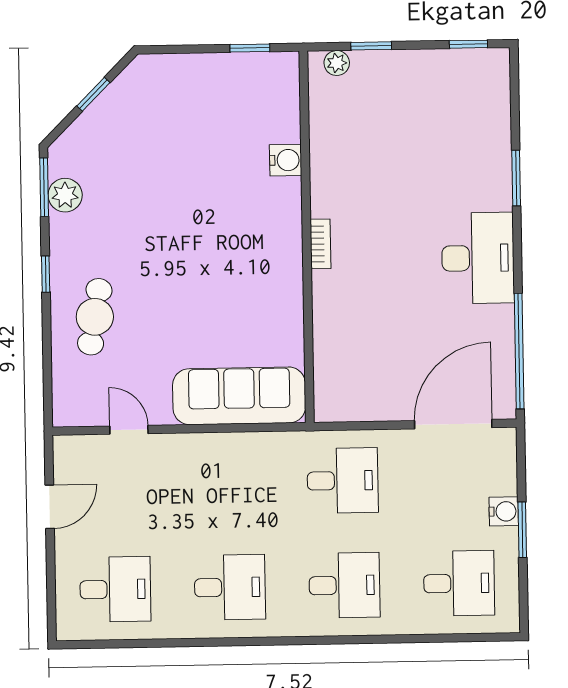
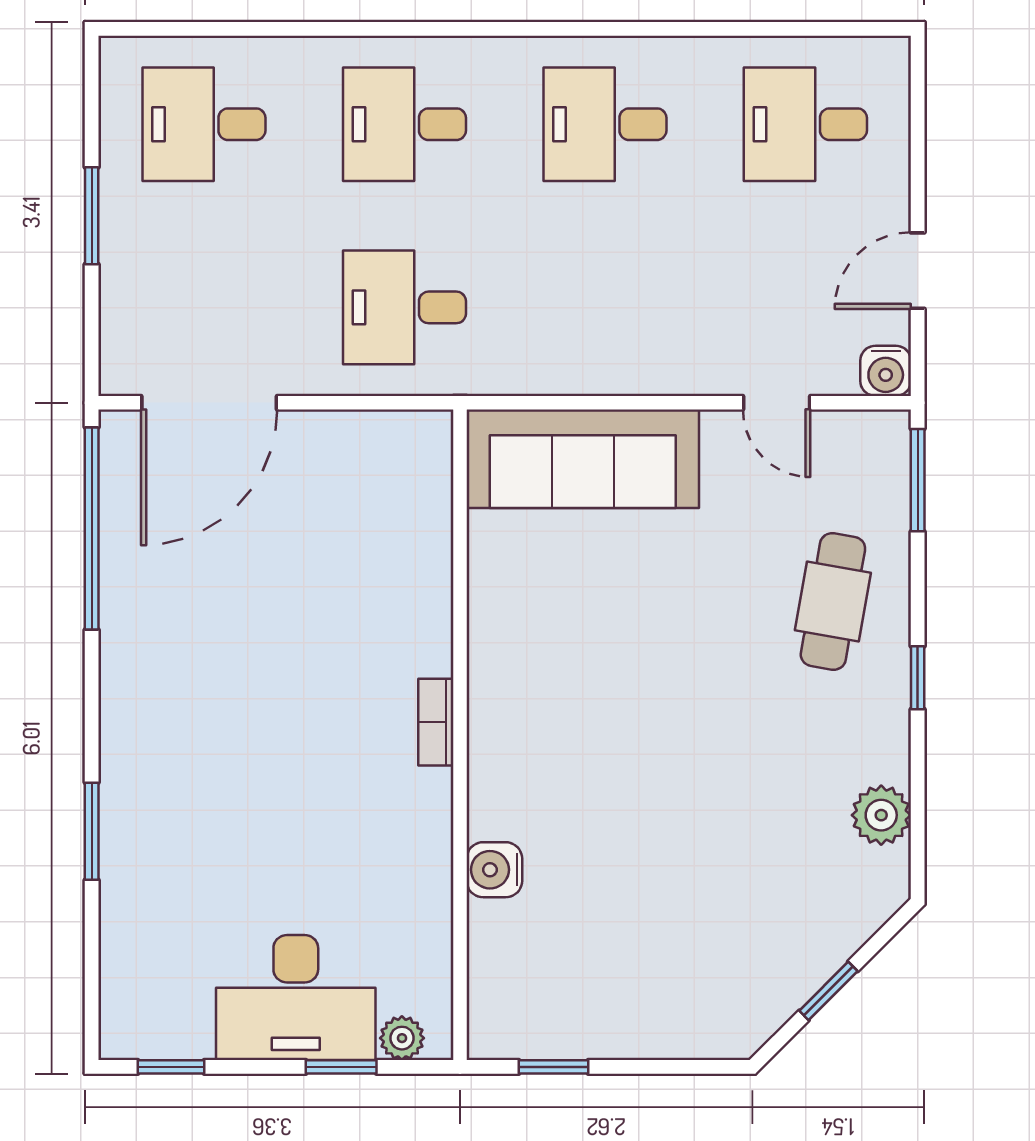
window: (44, 187) -> (918, 480), moved
desk: (478, 258) -> (296, 998), moved, turned -90
water cooler: (504, 511) -> (886, 371), moved, turned -90

